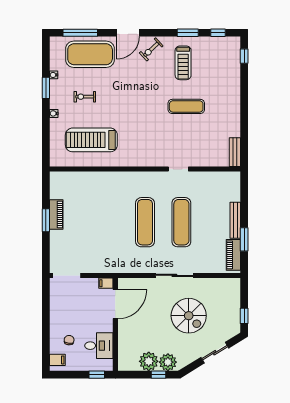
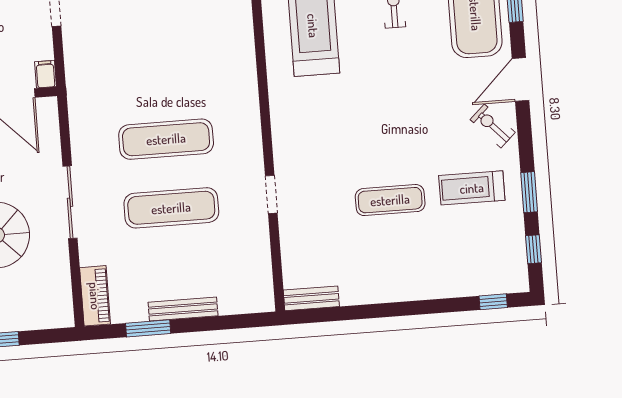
door: (128, 33) -> (520, 80), hinge flipped
exercise mat: (186, 106) -> (390, 200), turned 90
piano: (233, 255) -> (95, 296), moved, turned 90

